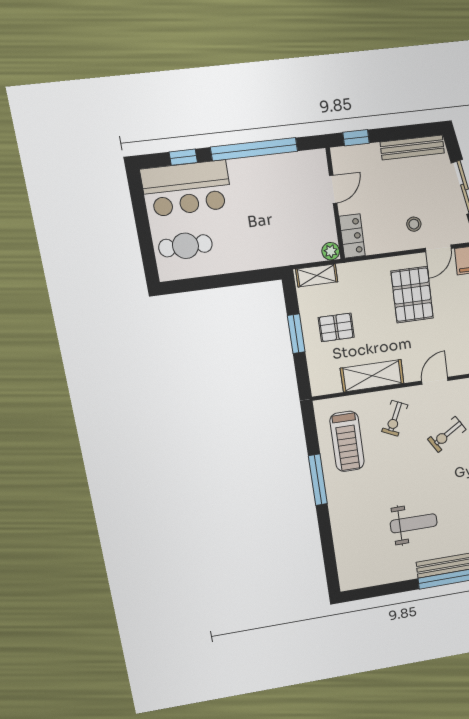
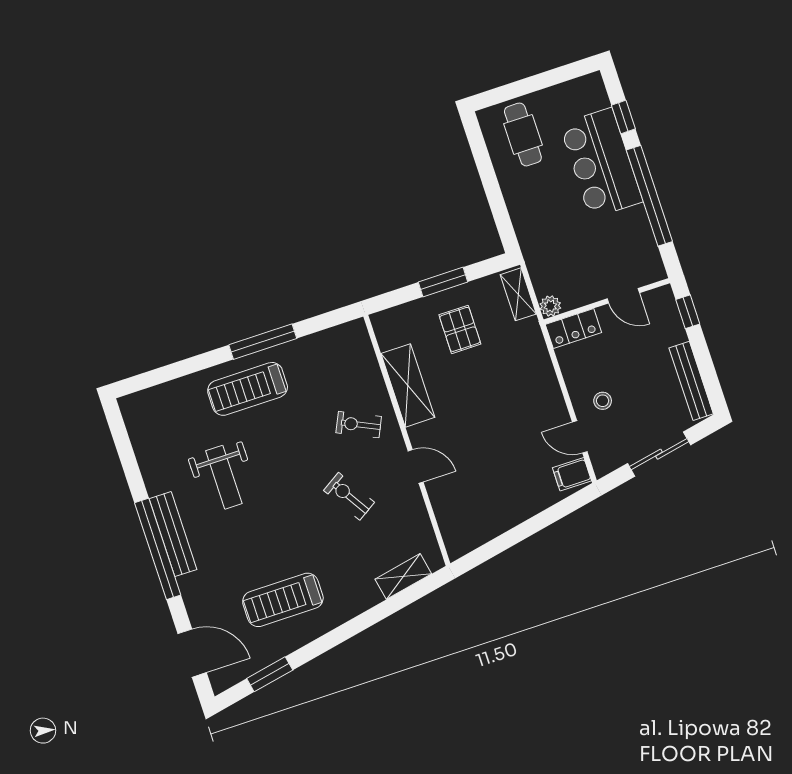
bar counter: (187, 189) -> (601, 163), moved
pallet: (412, 295) -> (517, 416), removed
treadmill: (347, 441) -> (248, 389), moved

